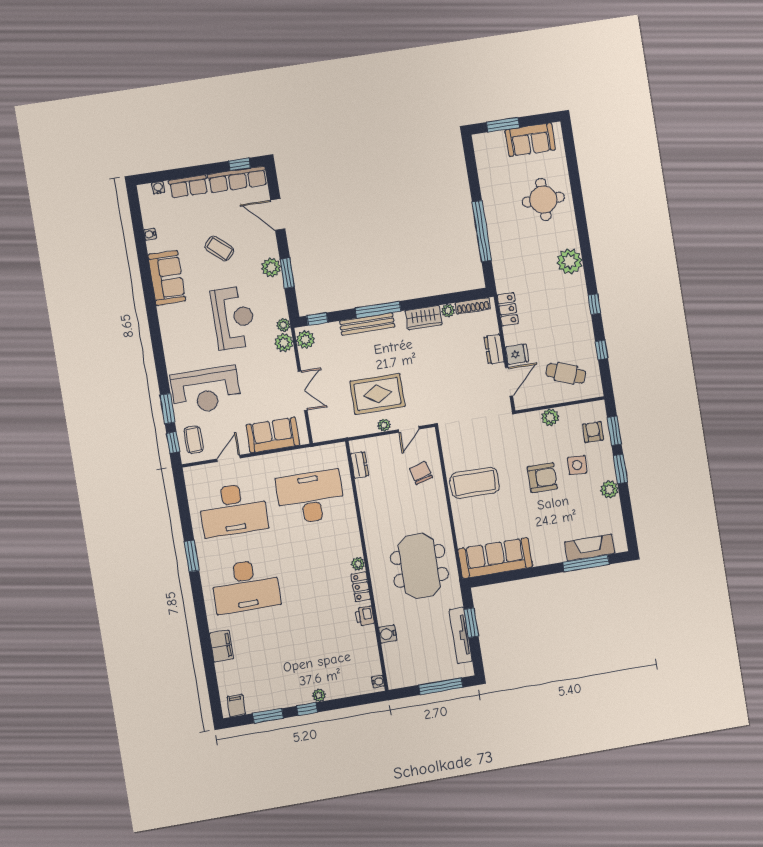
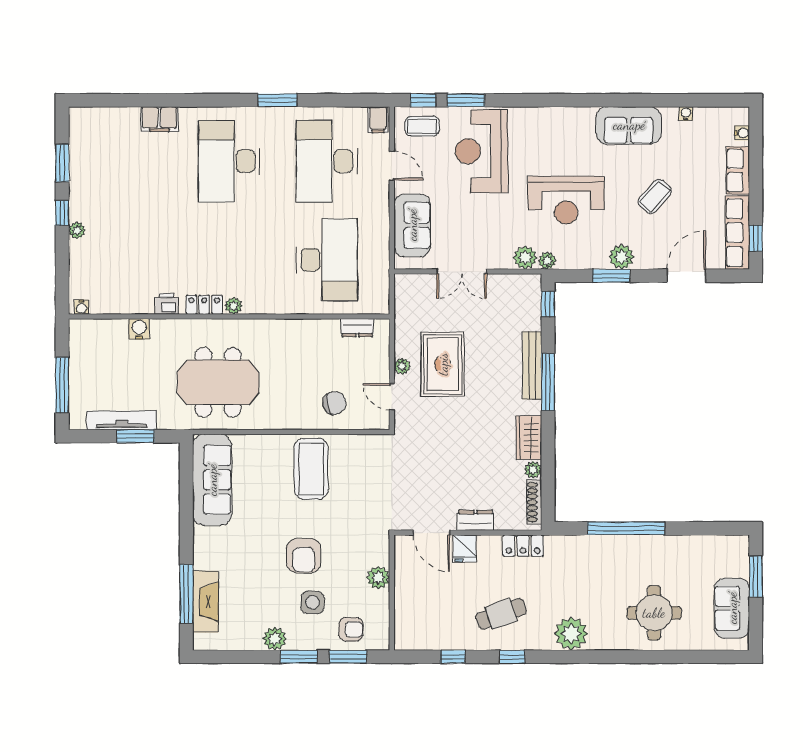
plant: (305, 340) -> (525, 285), removed
cafe table: (566, 373) -> (501, 614), moved, turned 49
filing cabinet: (236, 706) -> (378, 120), moved, turned 90

